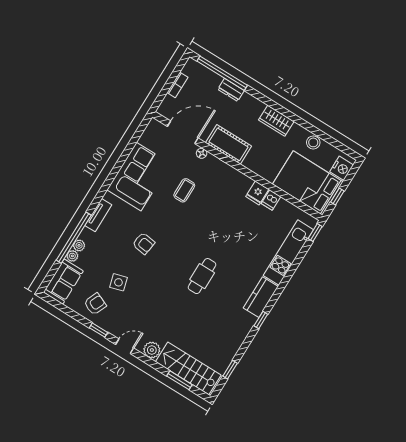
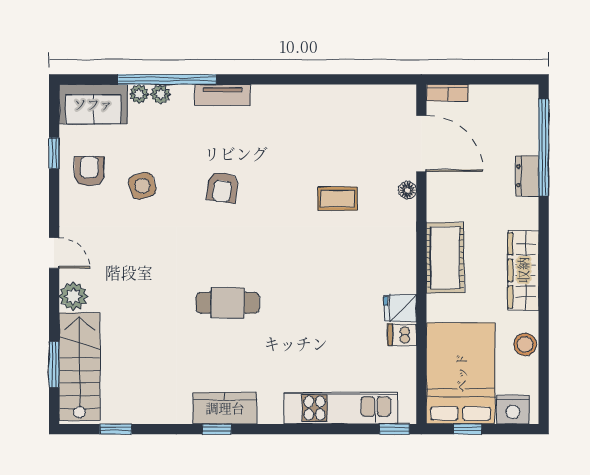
bookcase: (177, 85) -> (448, 93), moved
wardrobe: (276, 121) -> (523, 270), width x1.50
cot: (228, 144) -> (445, 258), moved
corner sofa: (139, 177) -> (316, 119), removed
kitchen counter: (261, 297) -> (225, 408), moved
armchair: (95, 304) -> (89, 171), turned -113
window: (98, 330) -> (54, 153), moved

